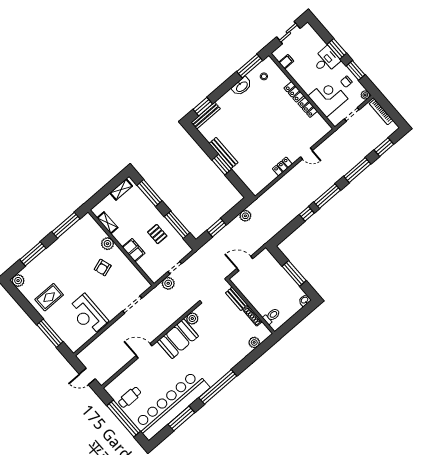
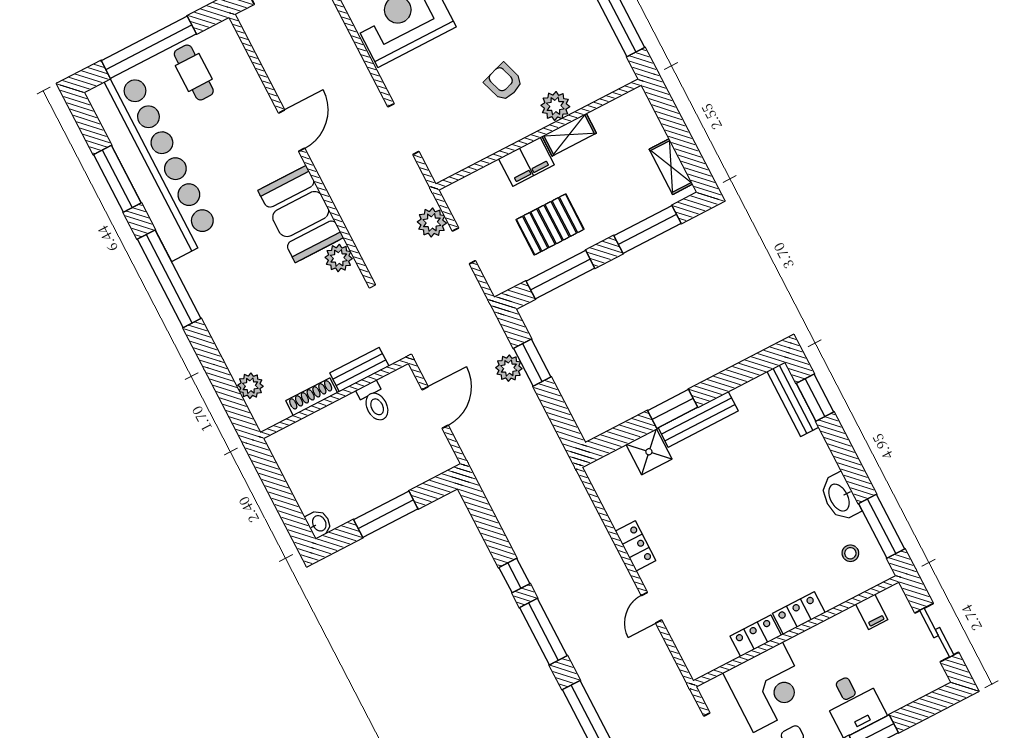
shower: (242, 170) -> (649, 452), added
plant: (245, 216) -> (509, 368), moved
shelving: (107, 223) -> (569, 135), moved
pallet: (157, 234) -> (550, 224), width x1.50, depth x1.42
toilet: (272, 316) -> (375, 402), moved

